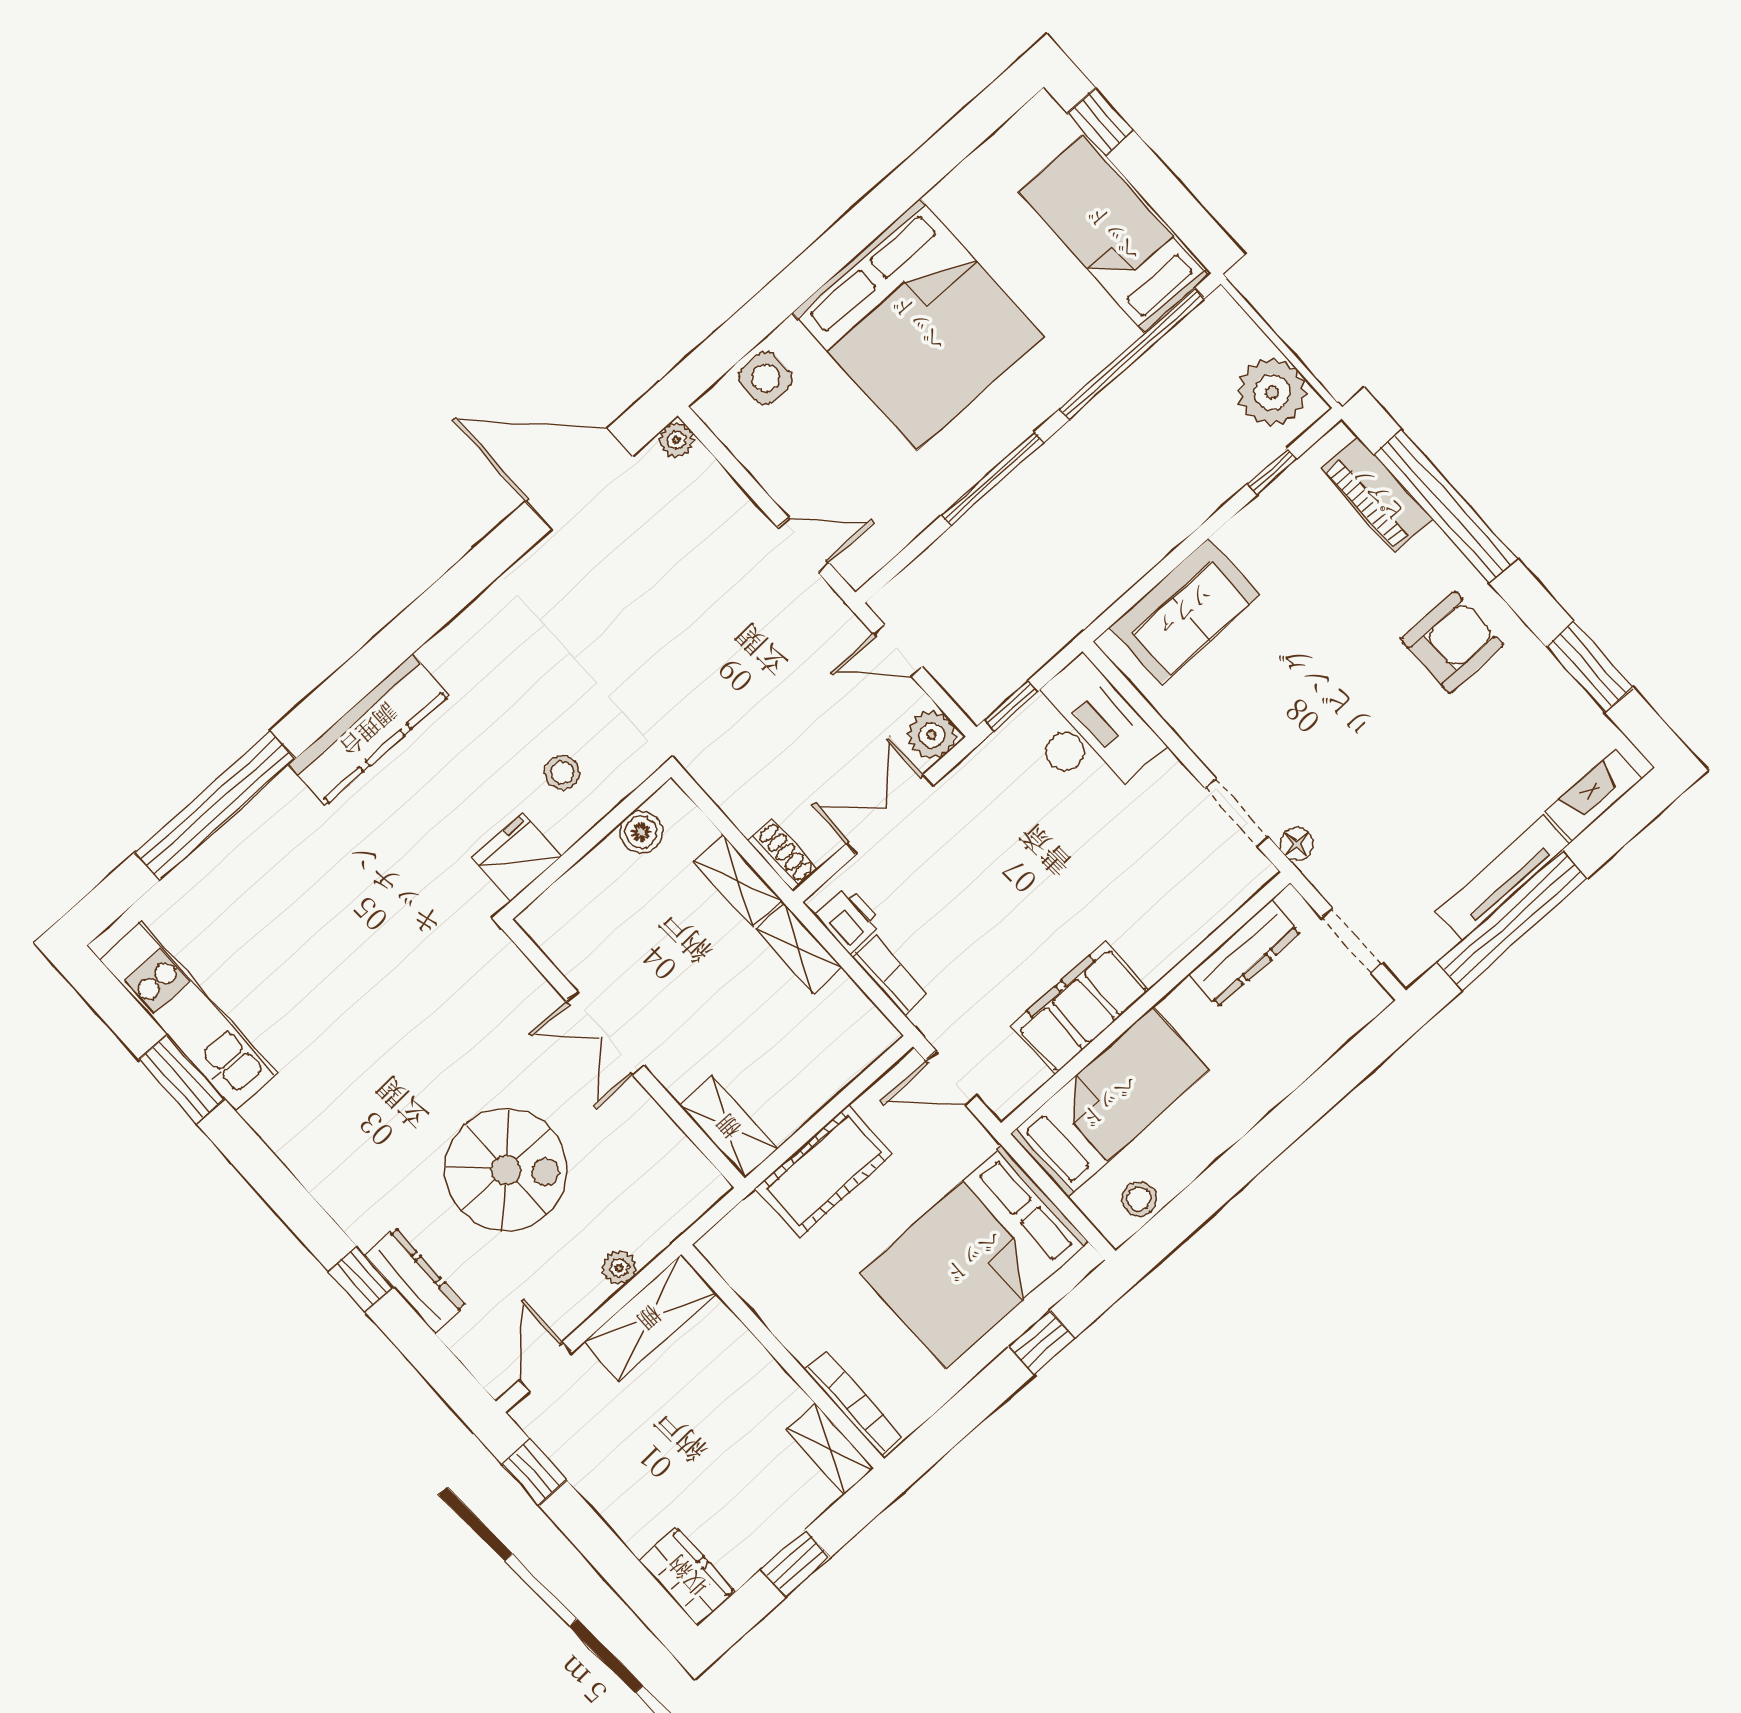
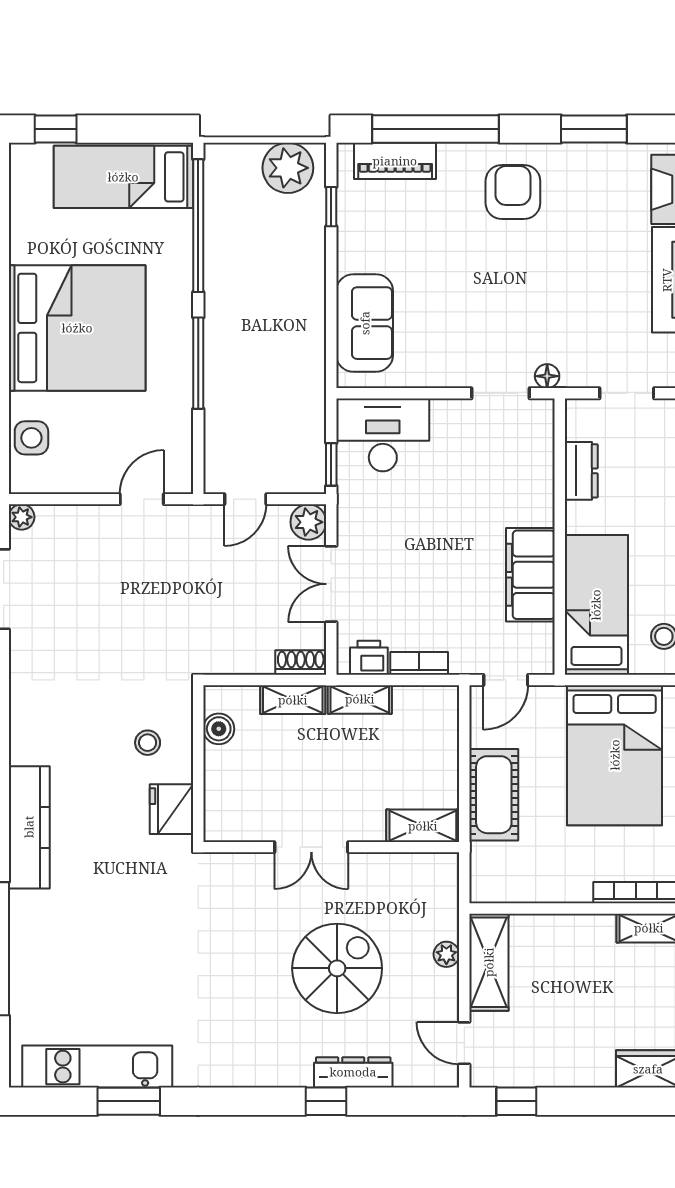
dresser: (1245, 953) -> (581, 471), width x0.70

